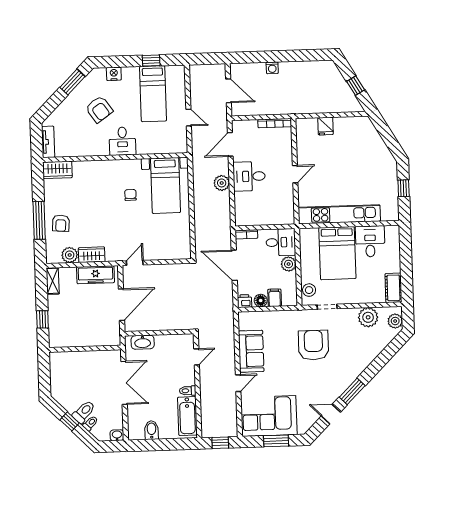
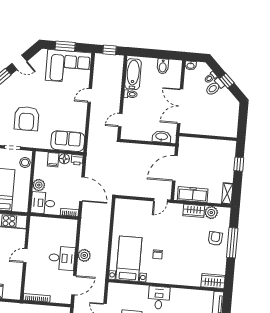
sofa: (251, 351) -> (68, 141), moved, turned 90

